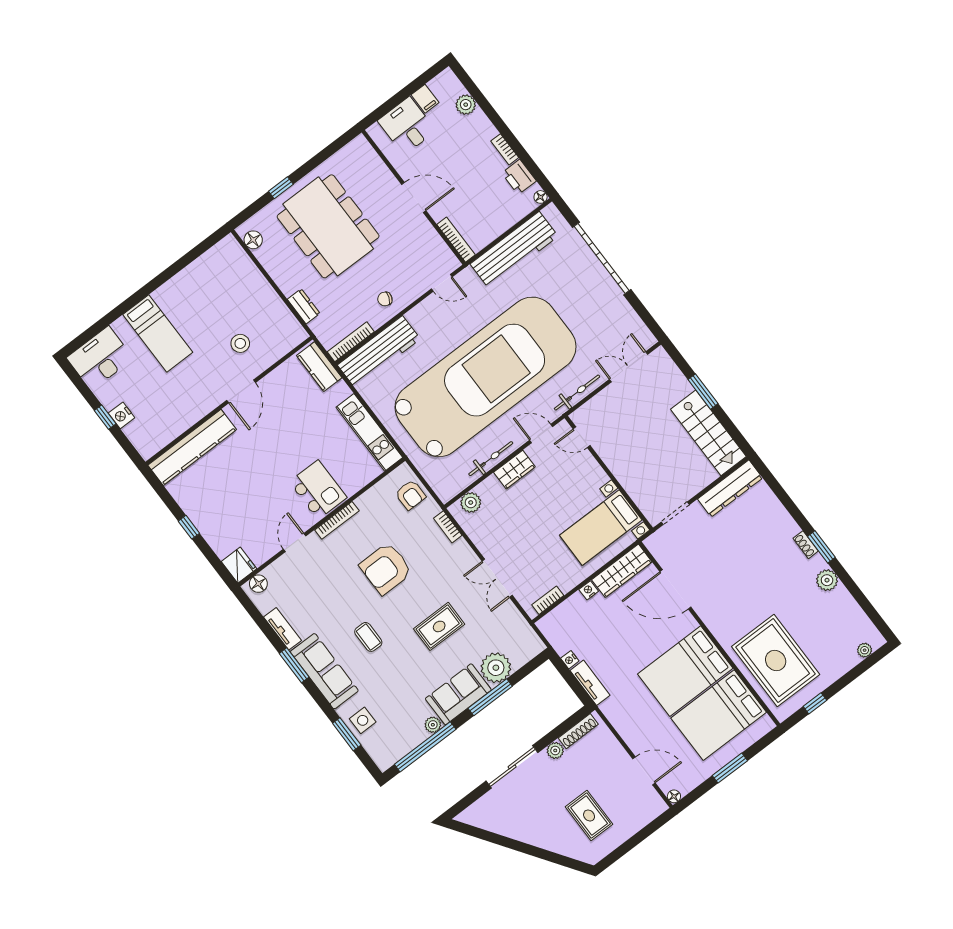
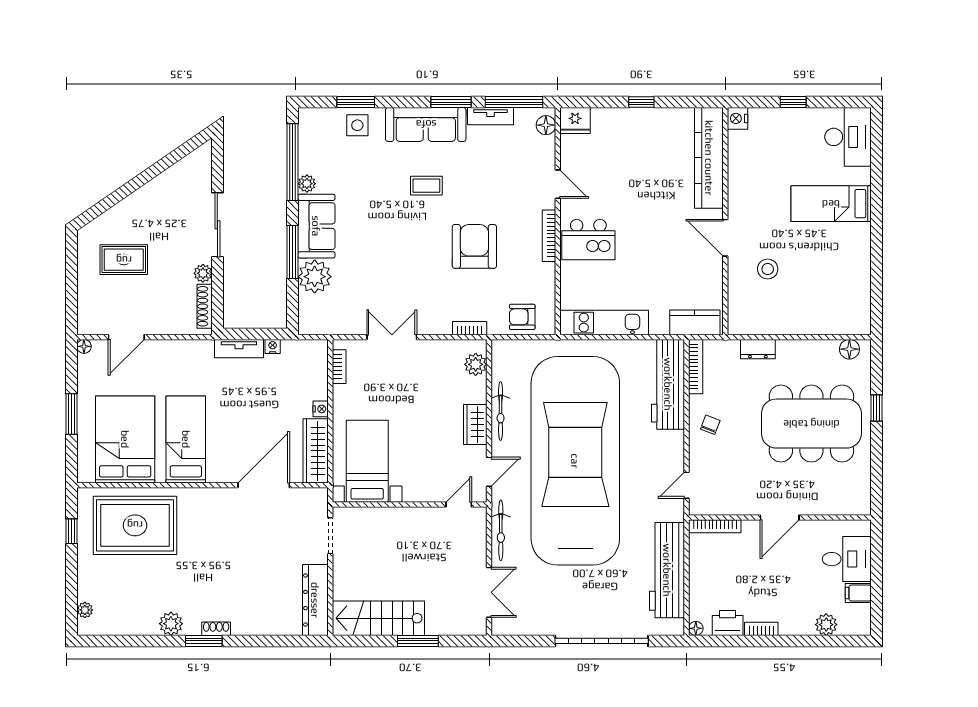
car: (486, 377) -> (575, 461), turned 180
nightstand: (122, 415) -> (737, 118), moved, turned -90
window: (259, 620) -> (514, 102), added
rug: (439, 626) -> (388, 254), removed
bed: (685, 671) -> (186, 439), width x0.67

